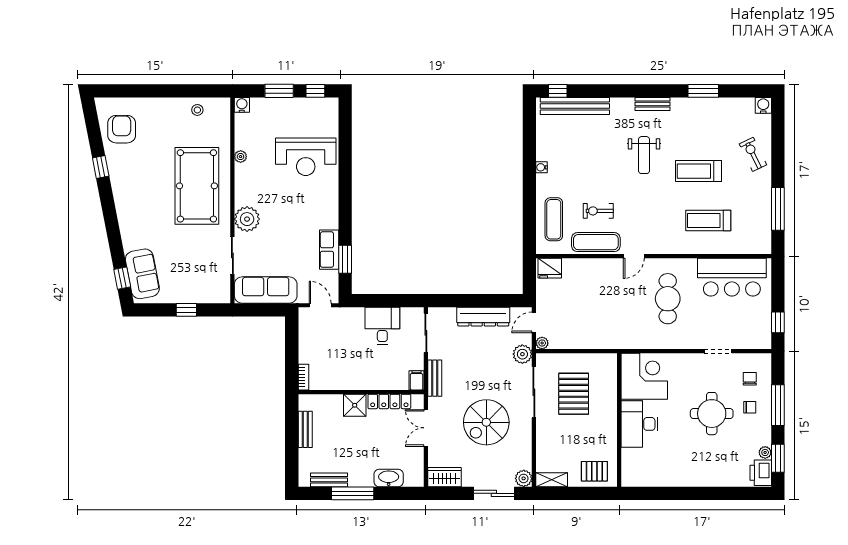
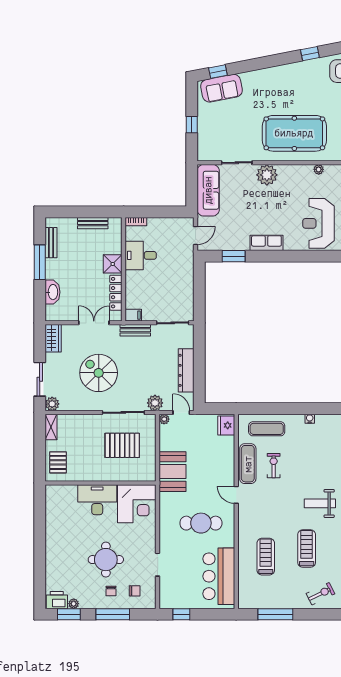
row of seats: (329, 250) -> (266, 243), moved
desk: (382, 326) -> (141, 255), moved, turned 180
booth: (605, 333) -> (173, 472), added

